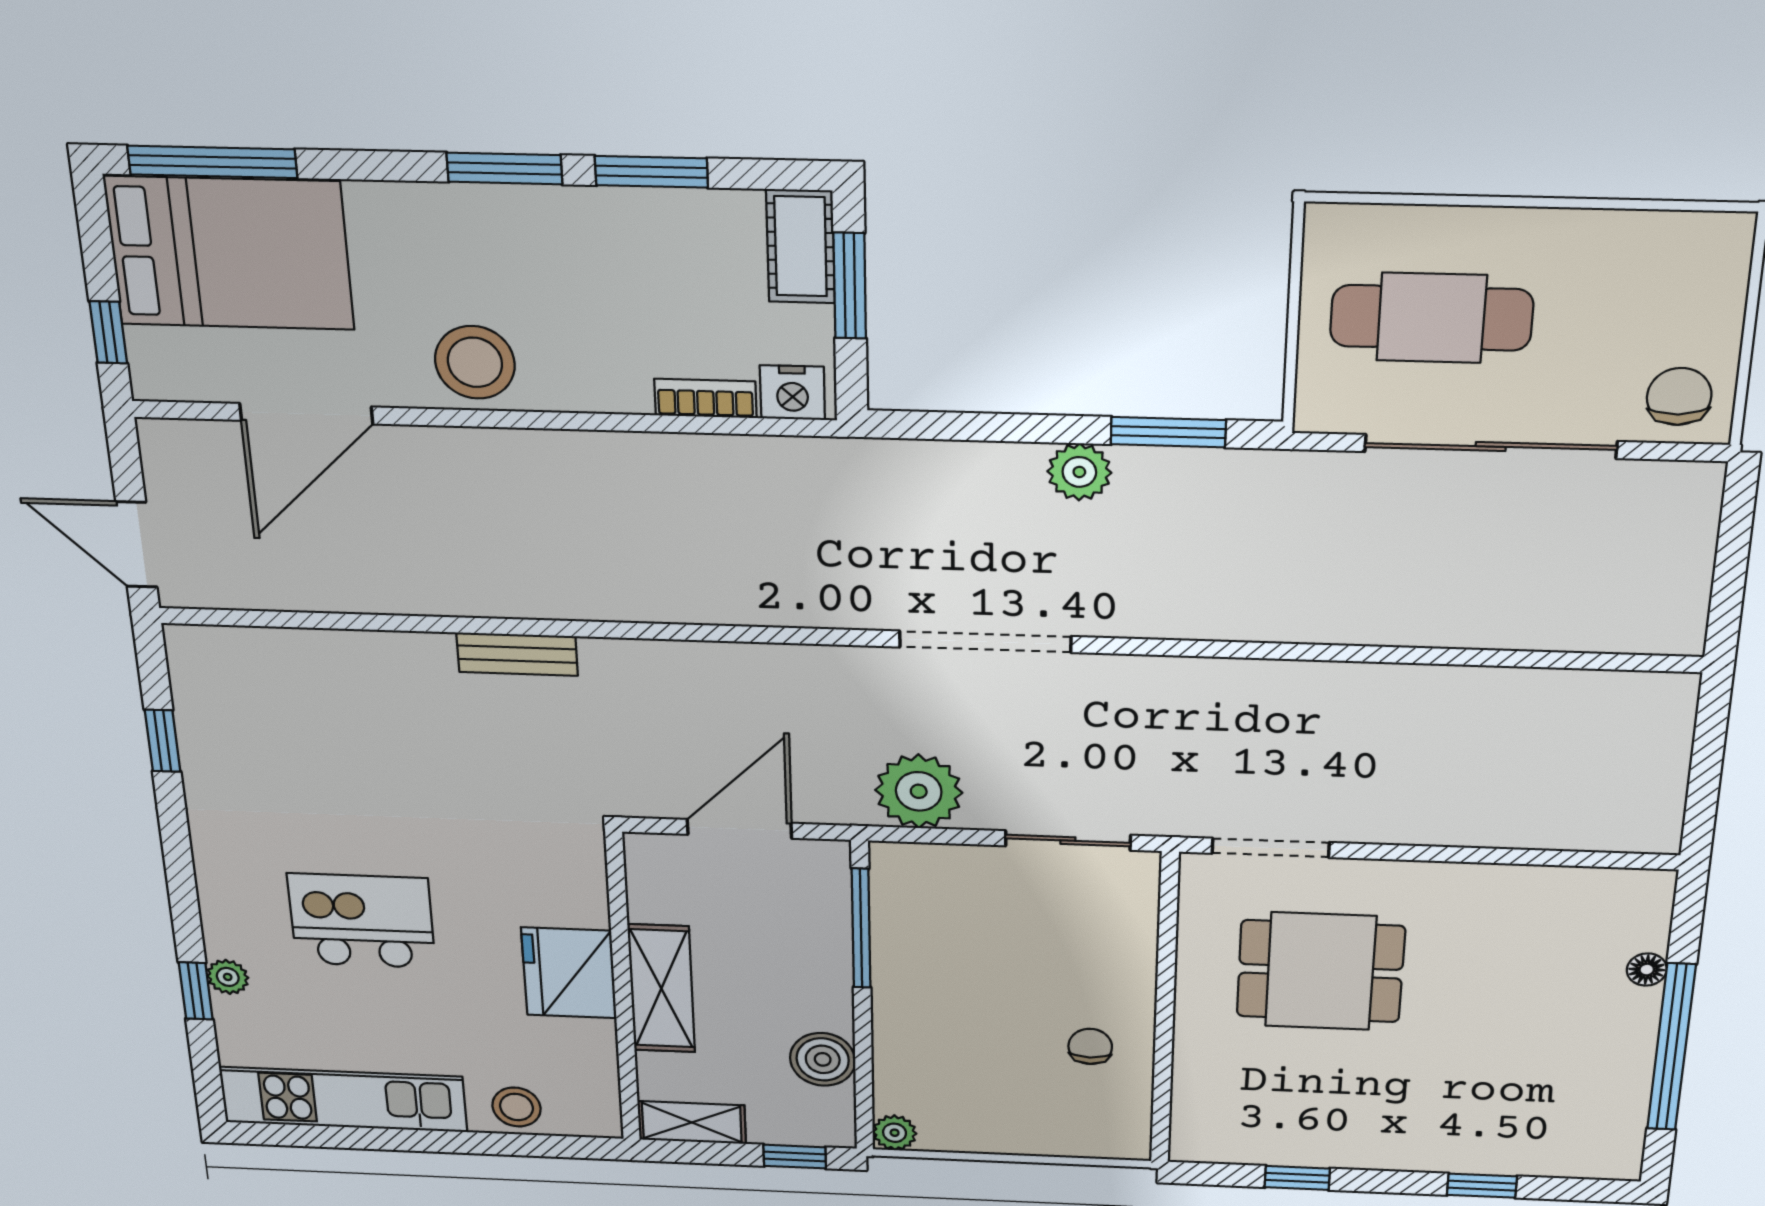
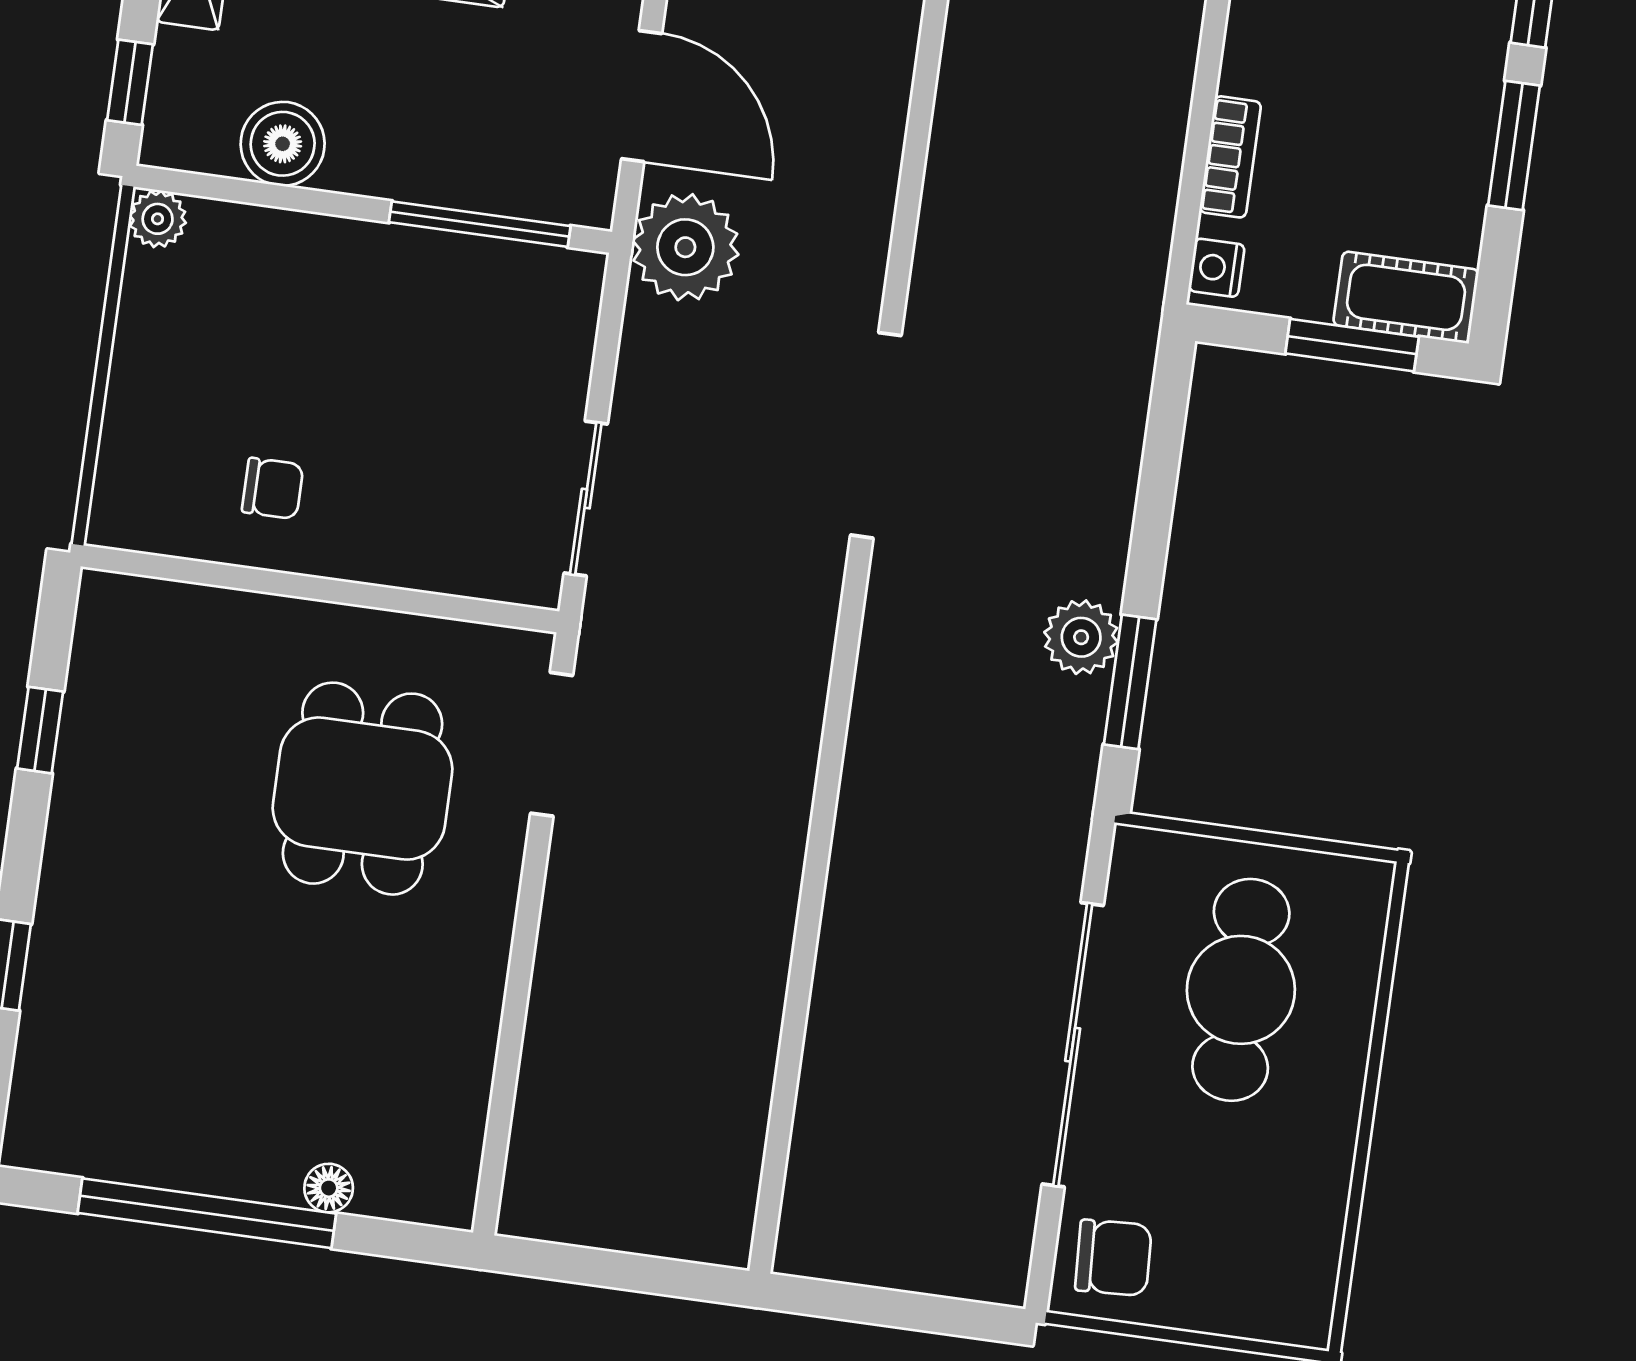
nightstand: (792, 393) -> (1216, 268), width x0.72, depth x0.74
plant: (1079, 472) -> (1081, 637), moved
plant: (919, 791) -> (685, 247), moved

